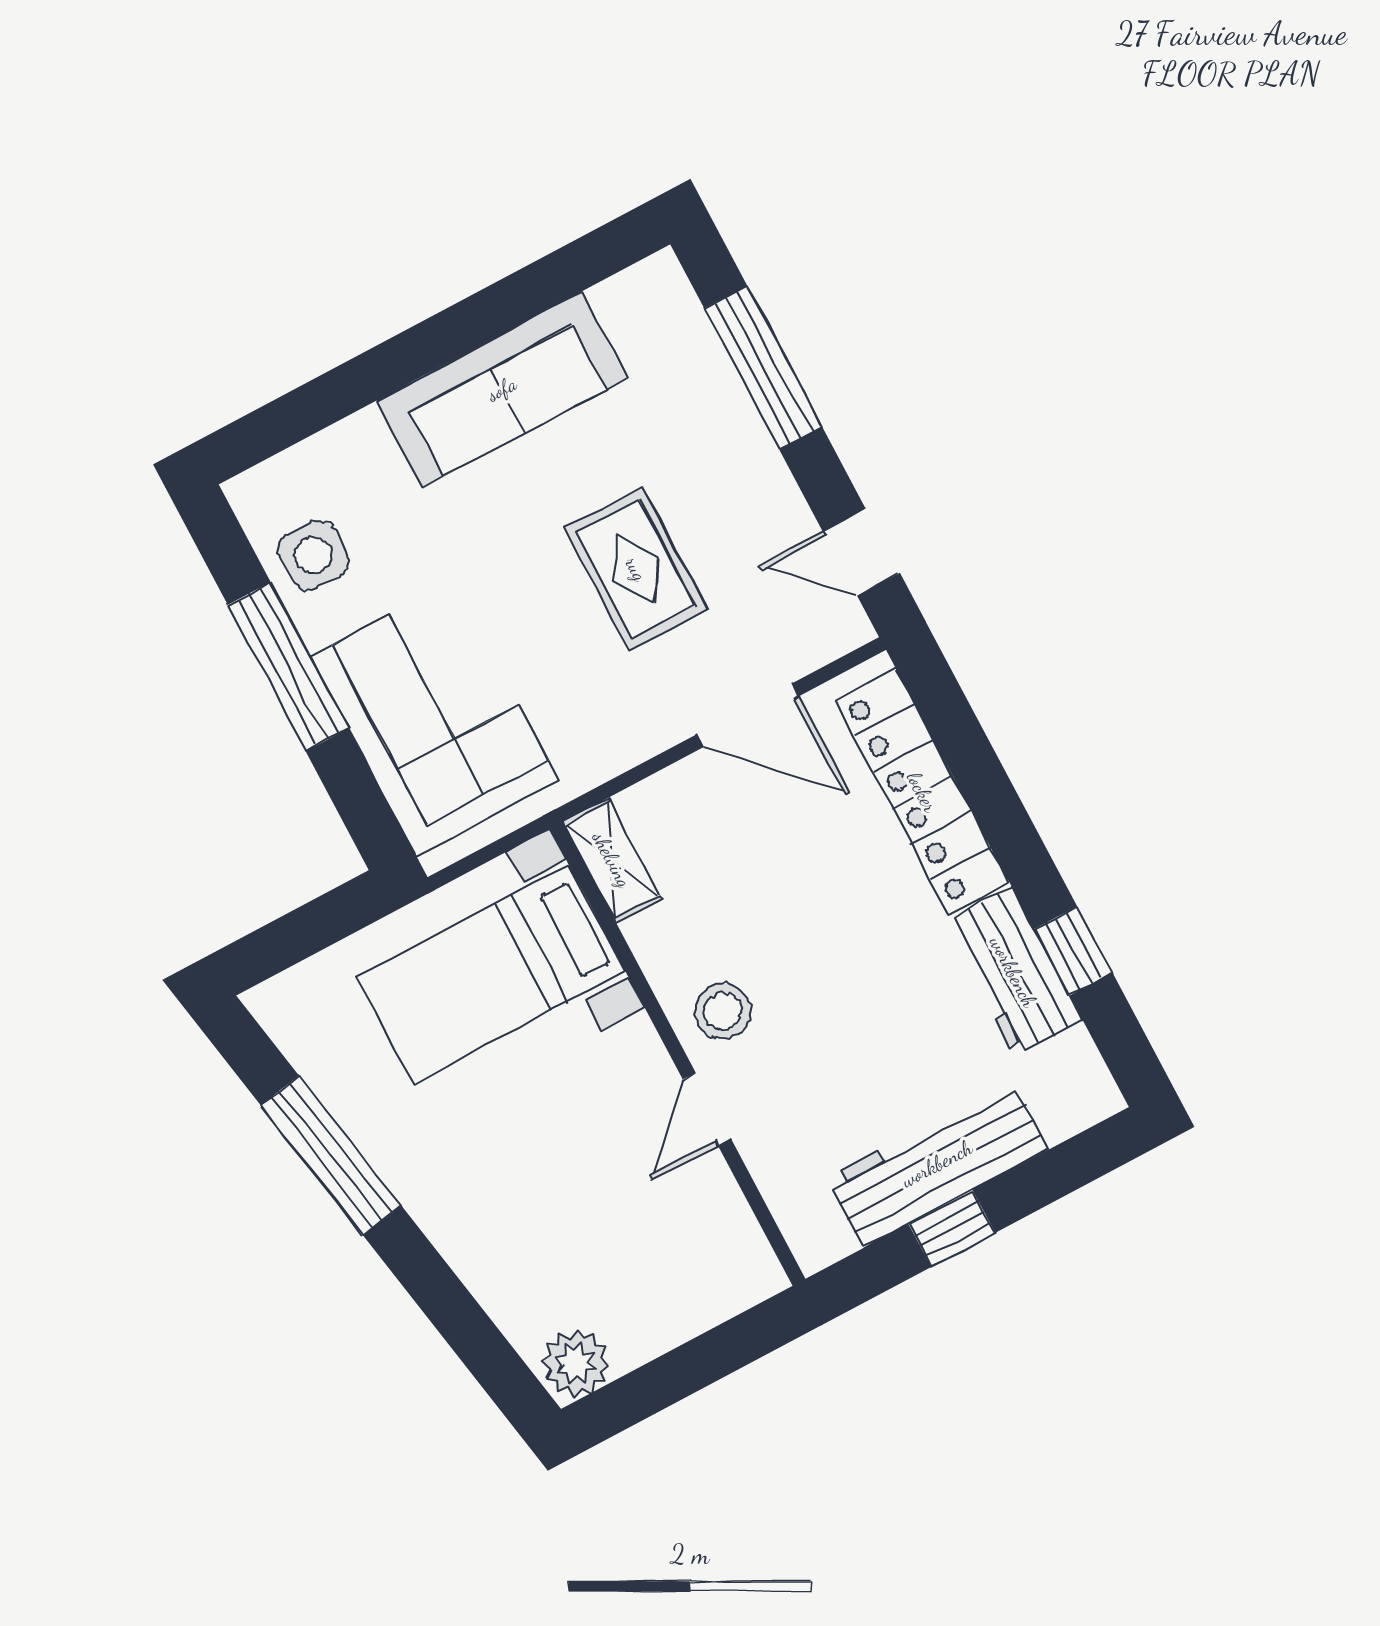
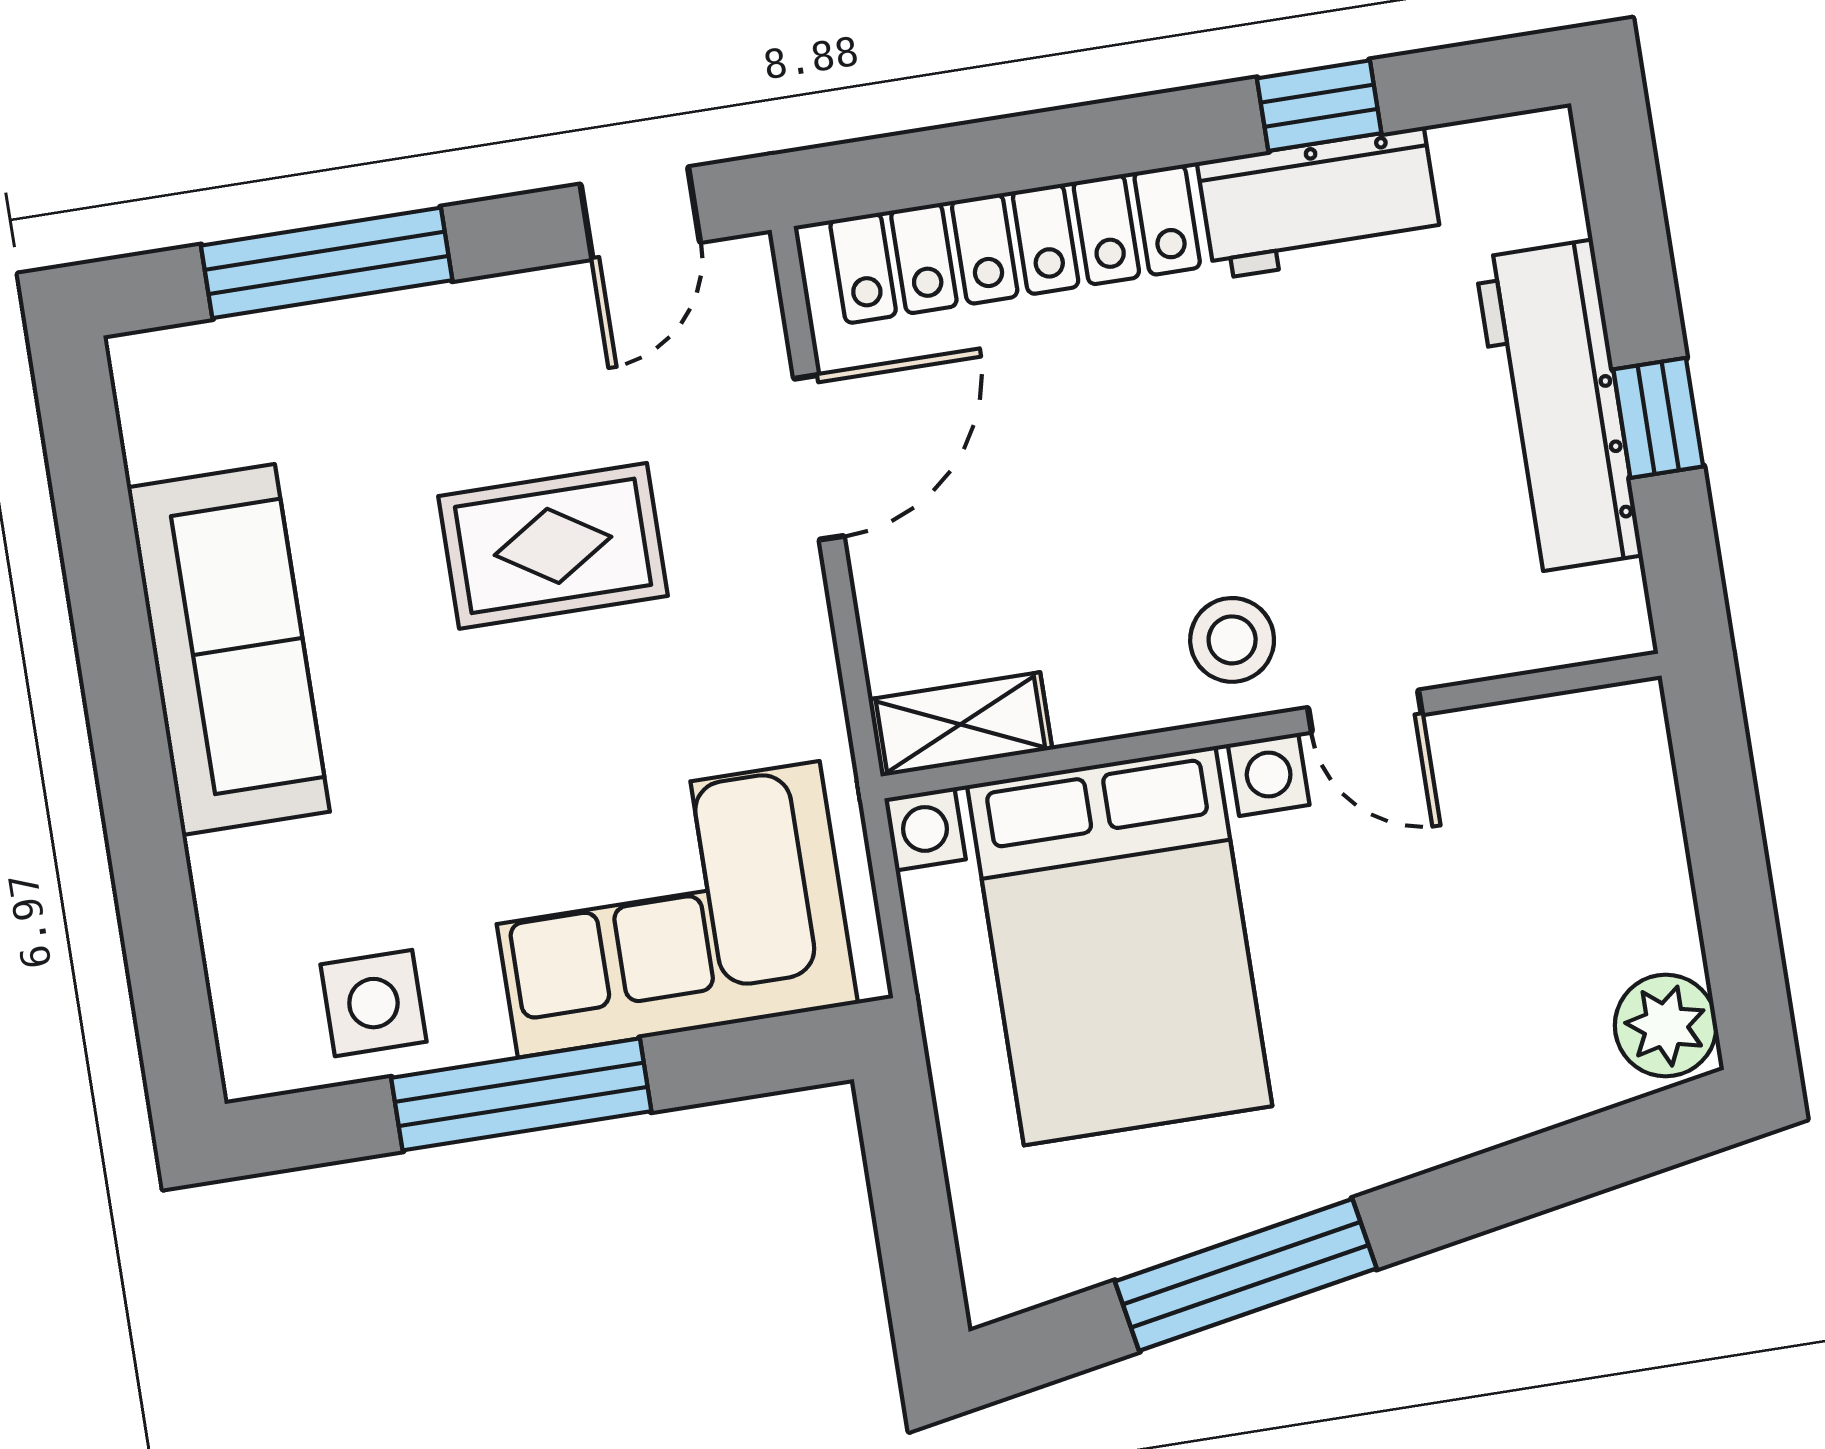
bed with nightstands: (491, 974) -> (1120, 946), width x1.36

